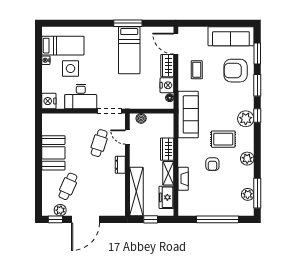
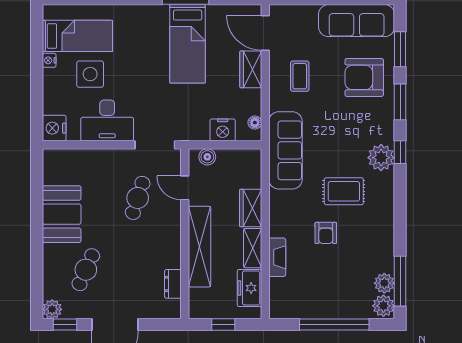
nightstand: (167, 85) -> (223, 130), moved, turned 90
plant: (247, 159) -> (383, 306), moved
dresser: (120, 165) -> (173, 284), moved
shelving: (136, 192) -> (200, 247), moved
plant: (60, 210) -> (52, 309), moved

